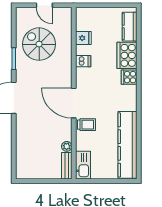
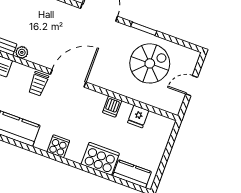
cooker: (129, 77) -> (58, 146), moved

